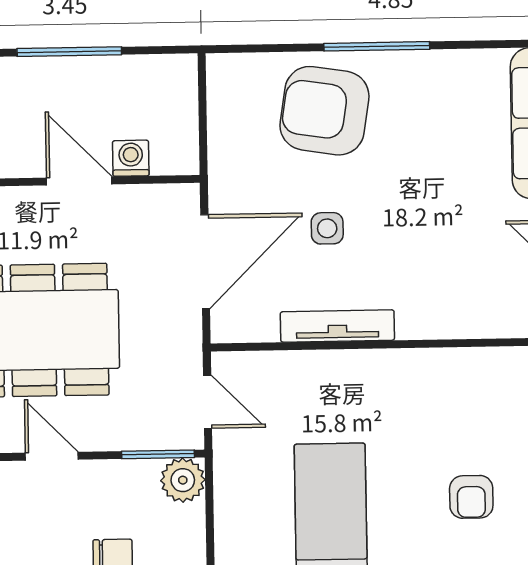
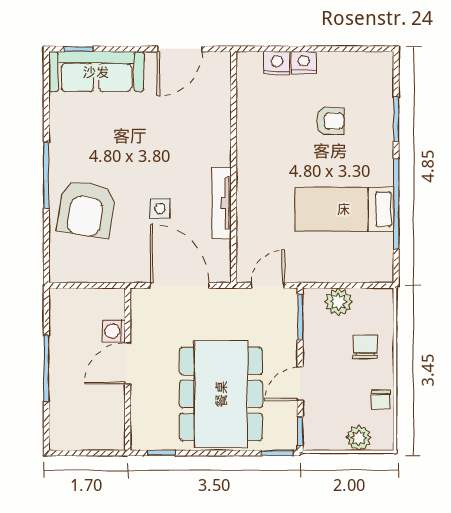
plant: (183, 480) -> (338, 302), moved

